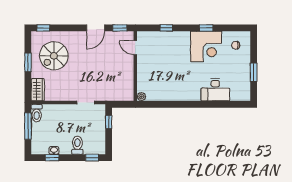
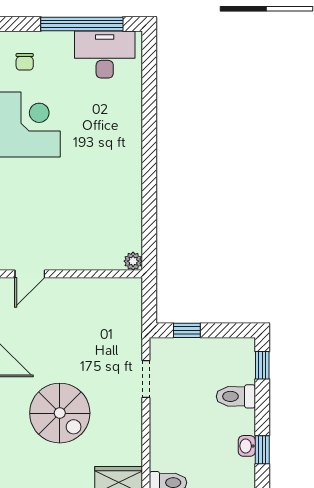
spiral stairs: (54, 56) -> (60, 413), moved
window: (254, 72) -> (82, 24), width x2.11
desk: (215, 90) -> (105, 55), moved, turned -90

